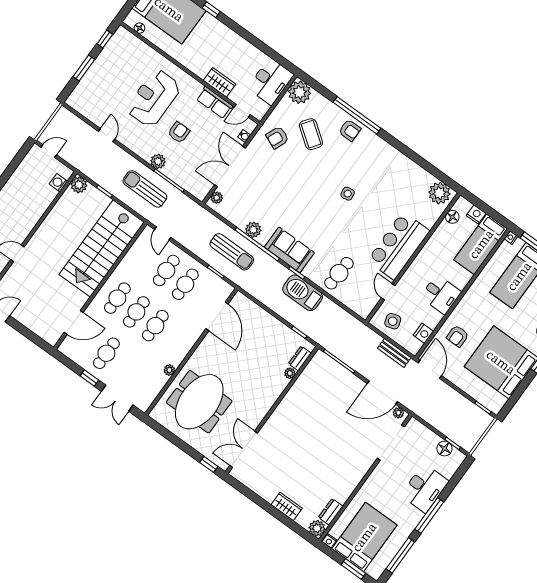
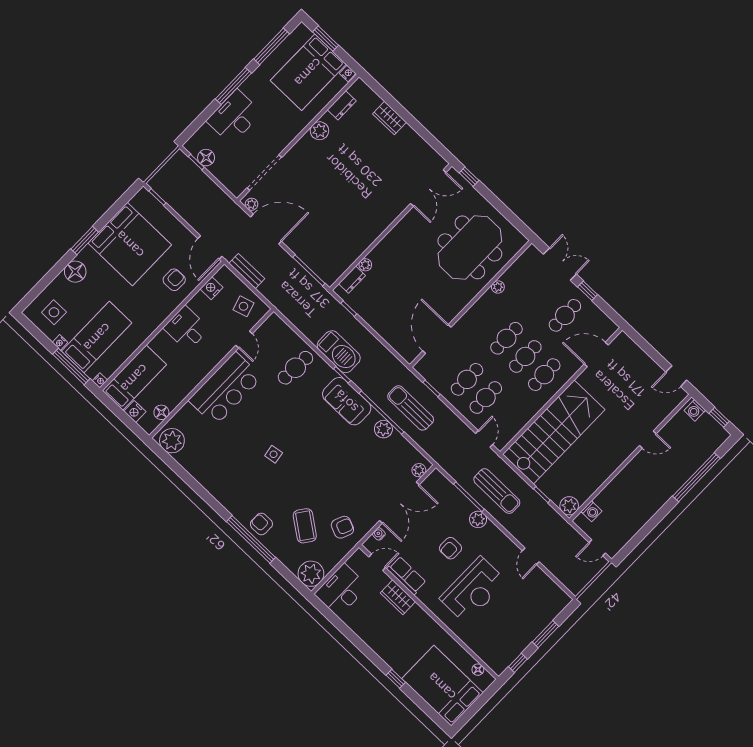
plant: (317, 528) -> (319, 131), moved

